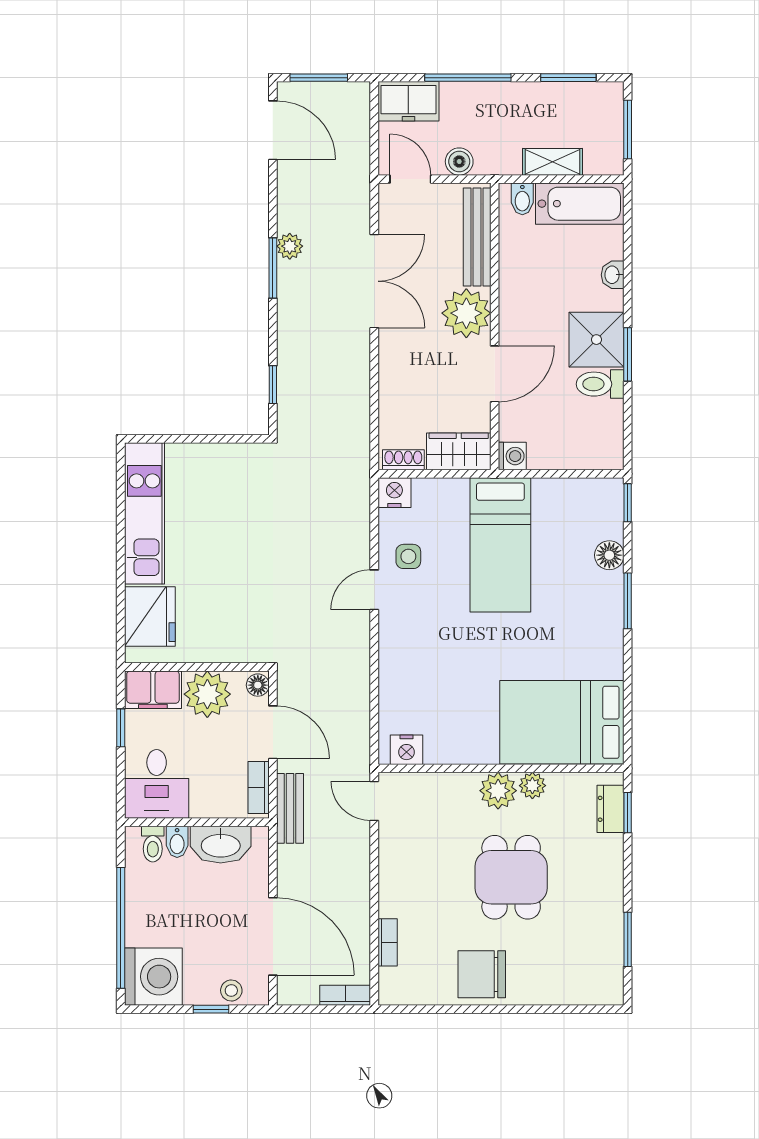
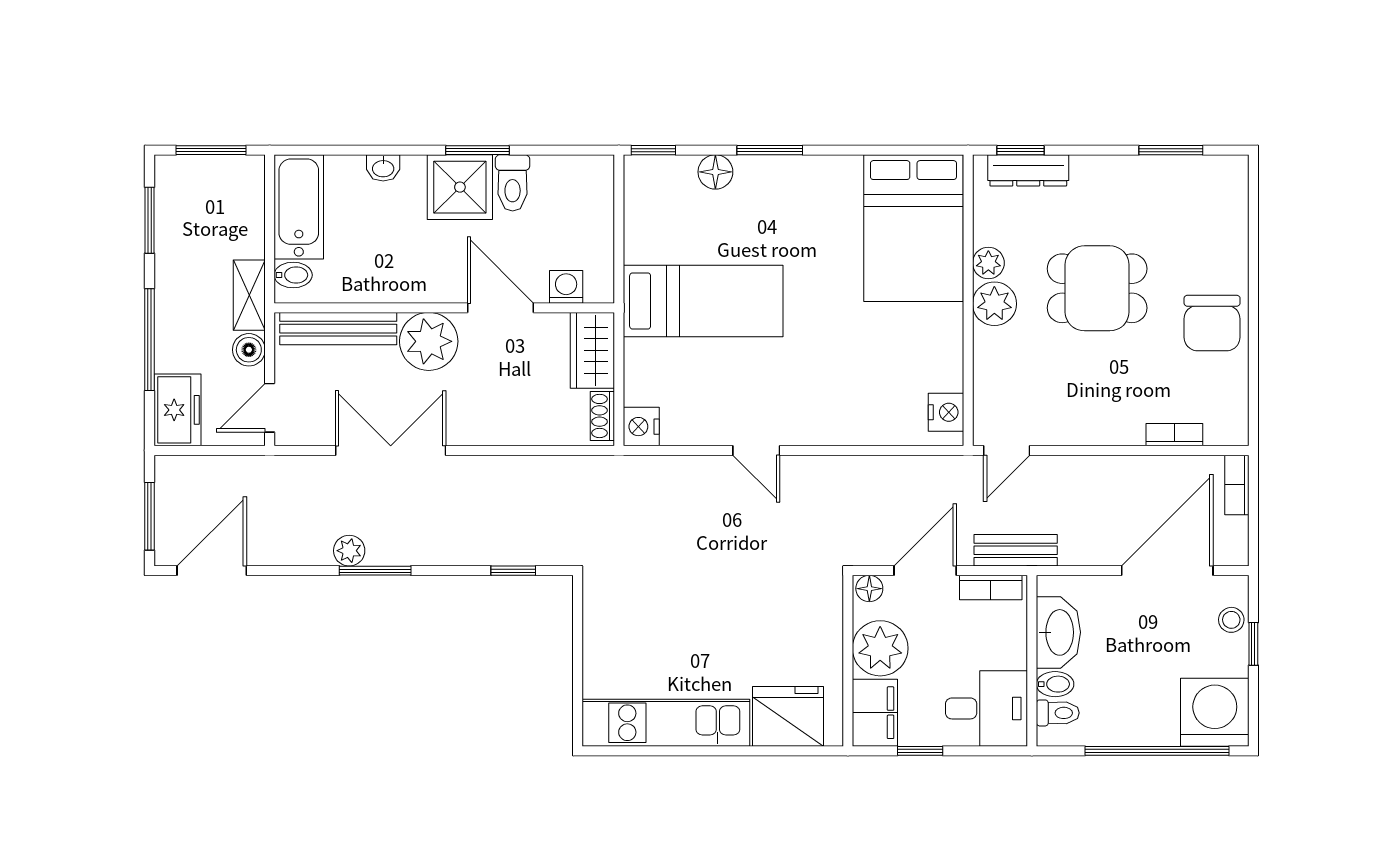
shelving: (552, 162) -> (249, 295), moved
washing machine: (512, 456) -> (566, 287), moved
side table: (408, 556) -> (717, 410), removed
dresser: (611, 809) -> (1028, 170), width x1.44

